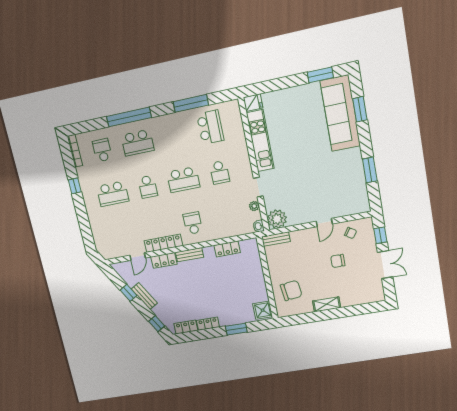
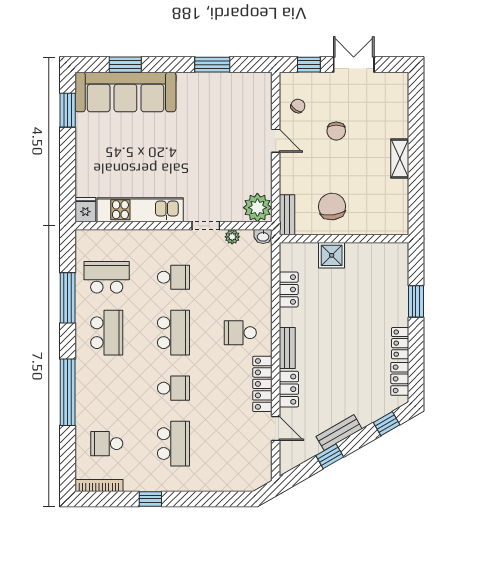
school desk: (138, 143) -> (107, 333), moved
chair: (291, 290) -> (332, 206), moved
shower: (263, 310) -> (332, 255), moved

